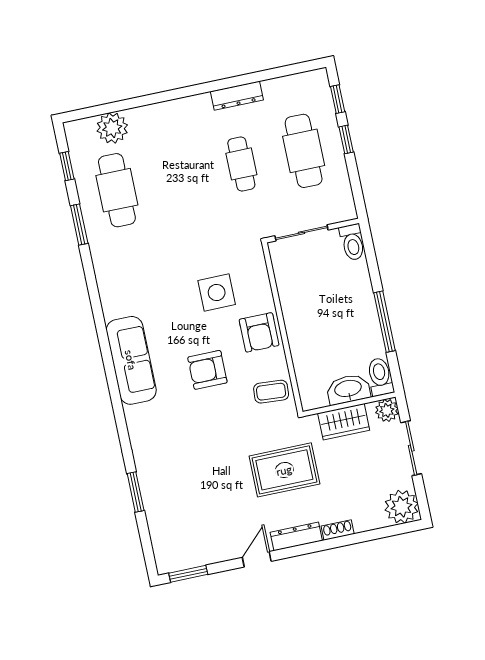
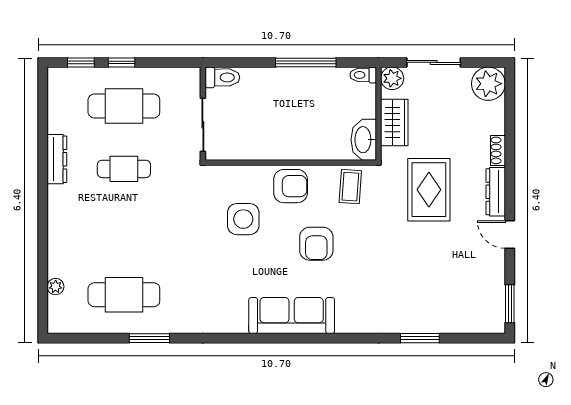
plant: (112, 128) -> (56, 287), width x0.53, depth x0.53
window: (67, 166) -> (90, 338), removed
toilet: (380, 377) -> (363, 75), width x0.73, depth x0.72
washbasin: (348, 389) -> (364, 140), moved

